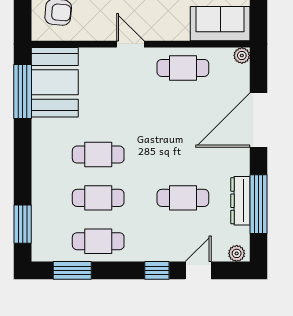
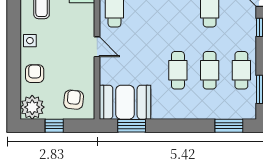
door: (130, 44) -> (97, 47), swing flipped
window: (23, 91) -> (132, 126), width x0.69

